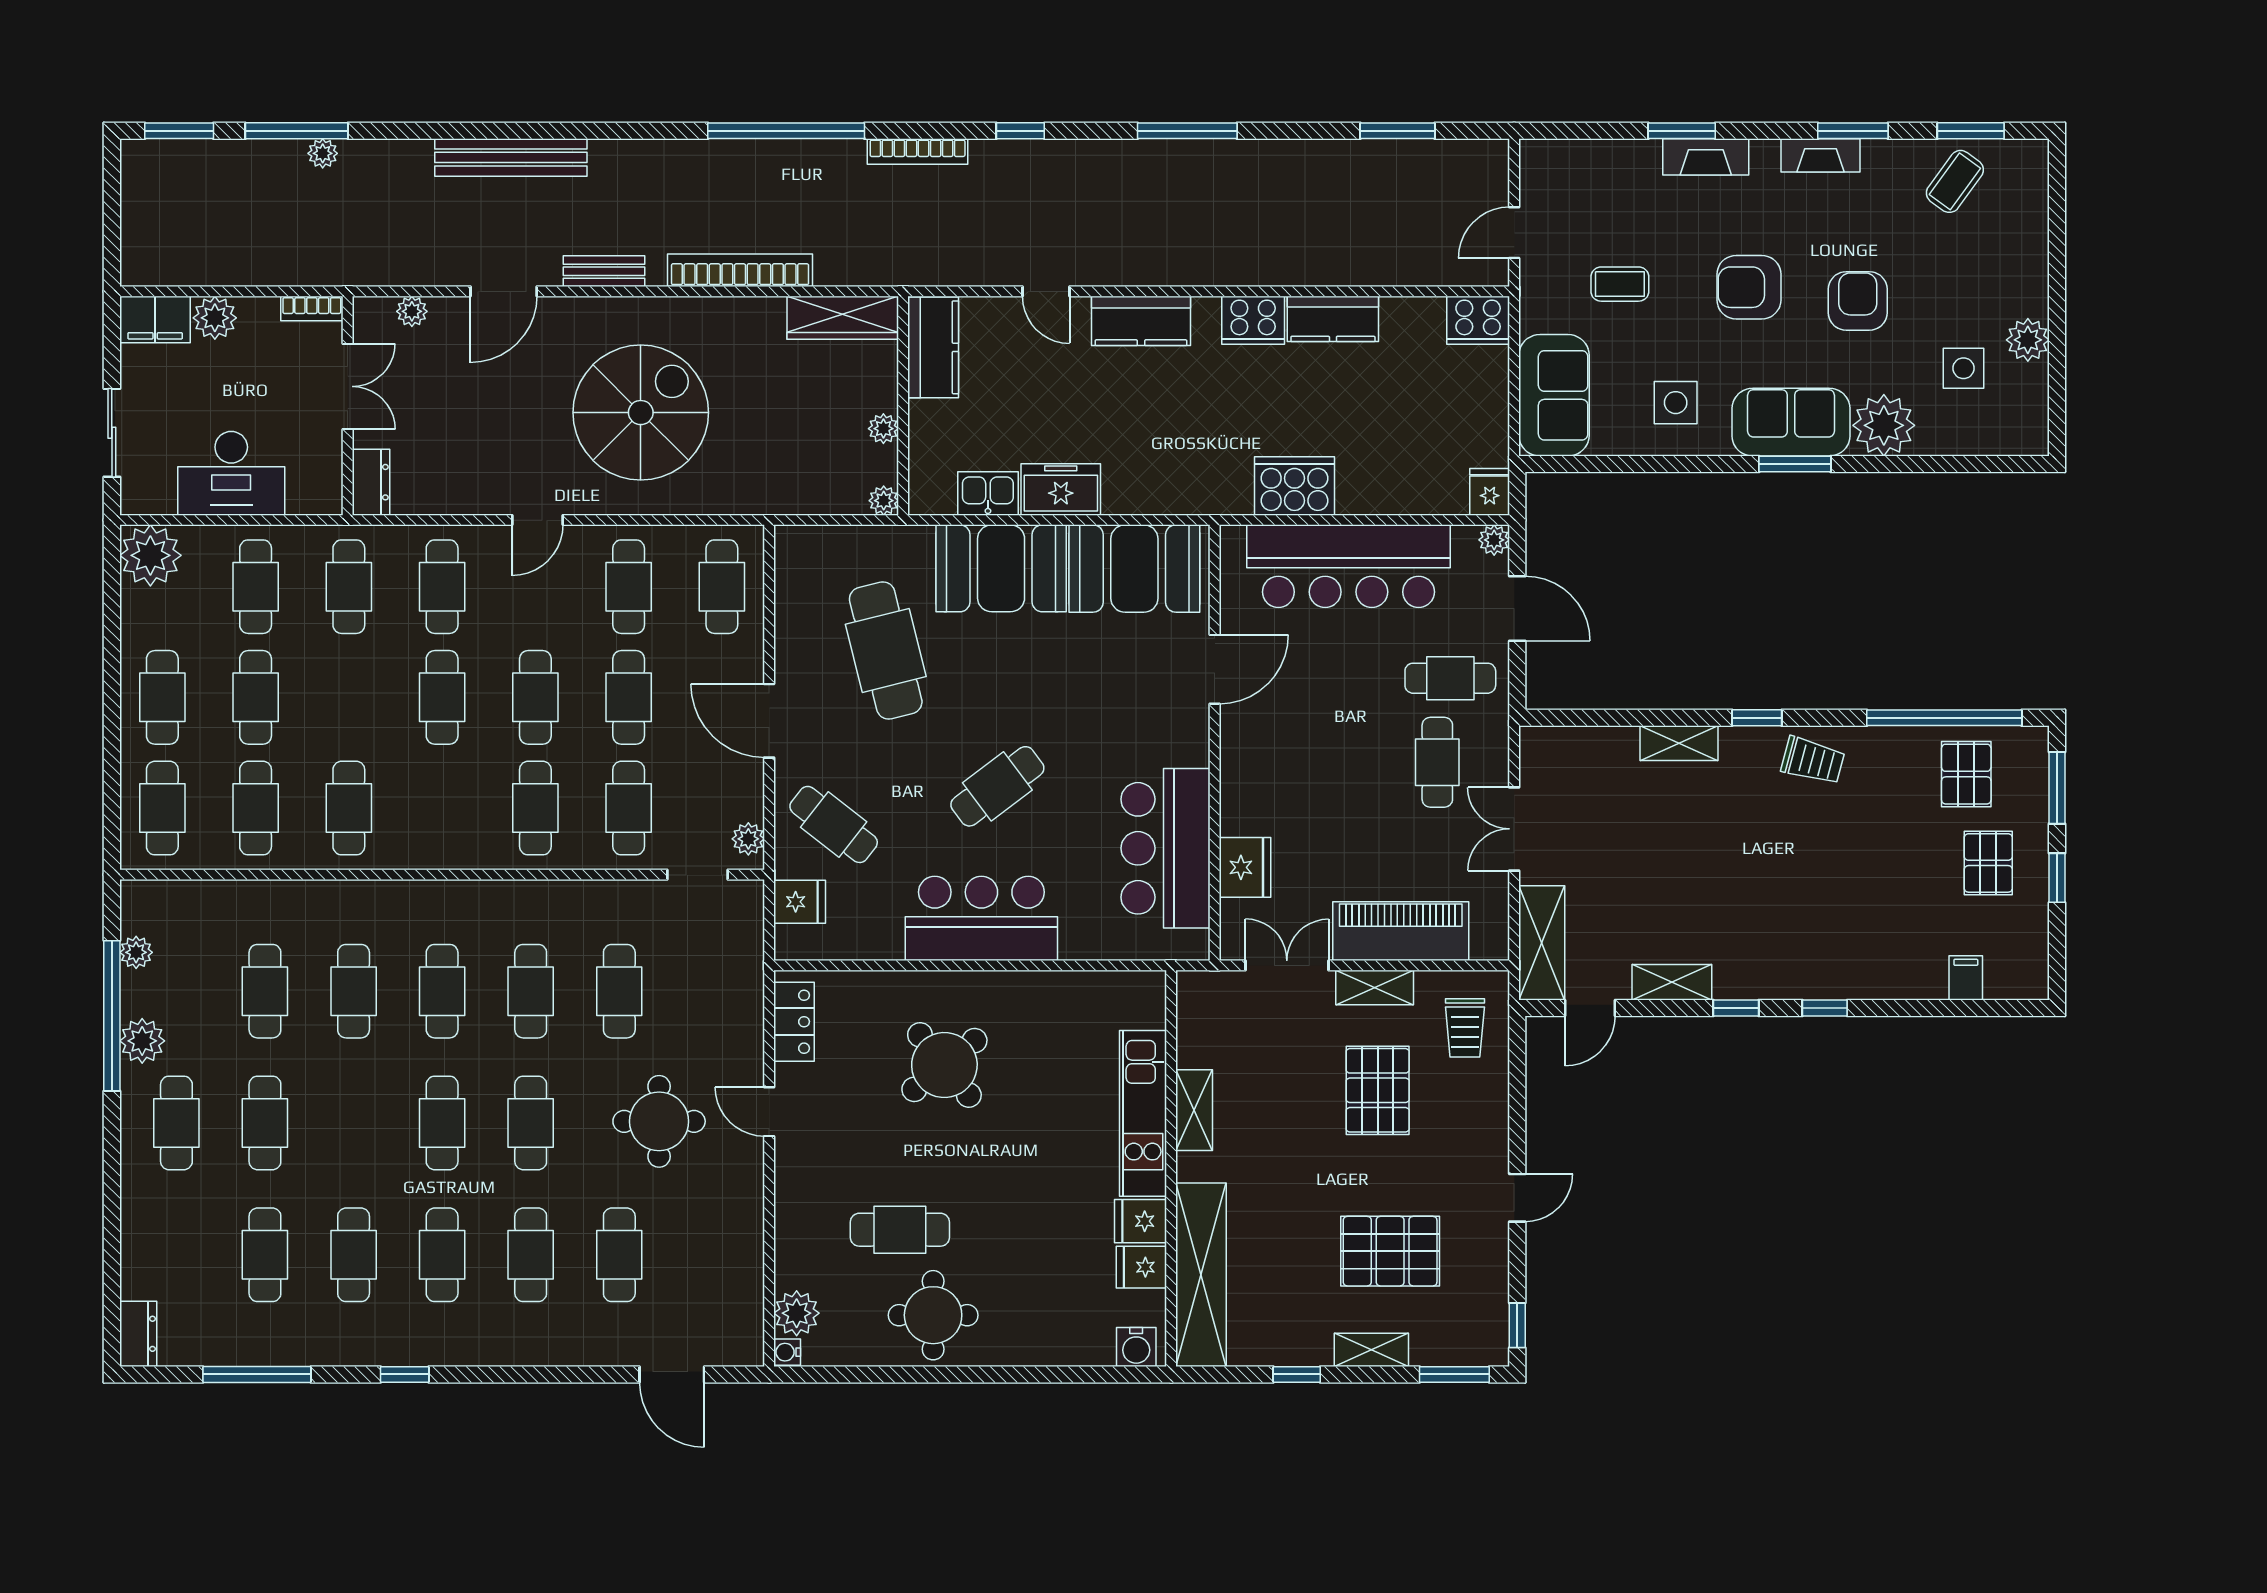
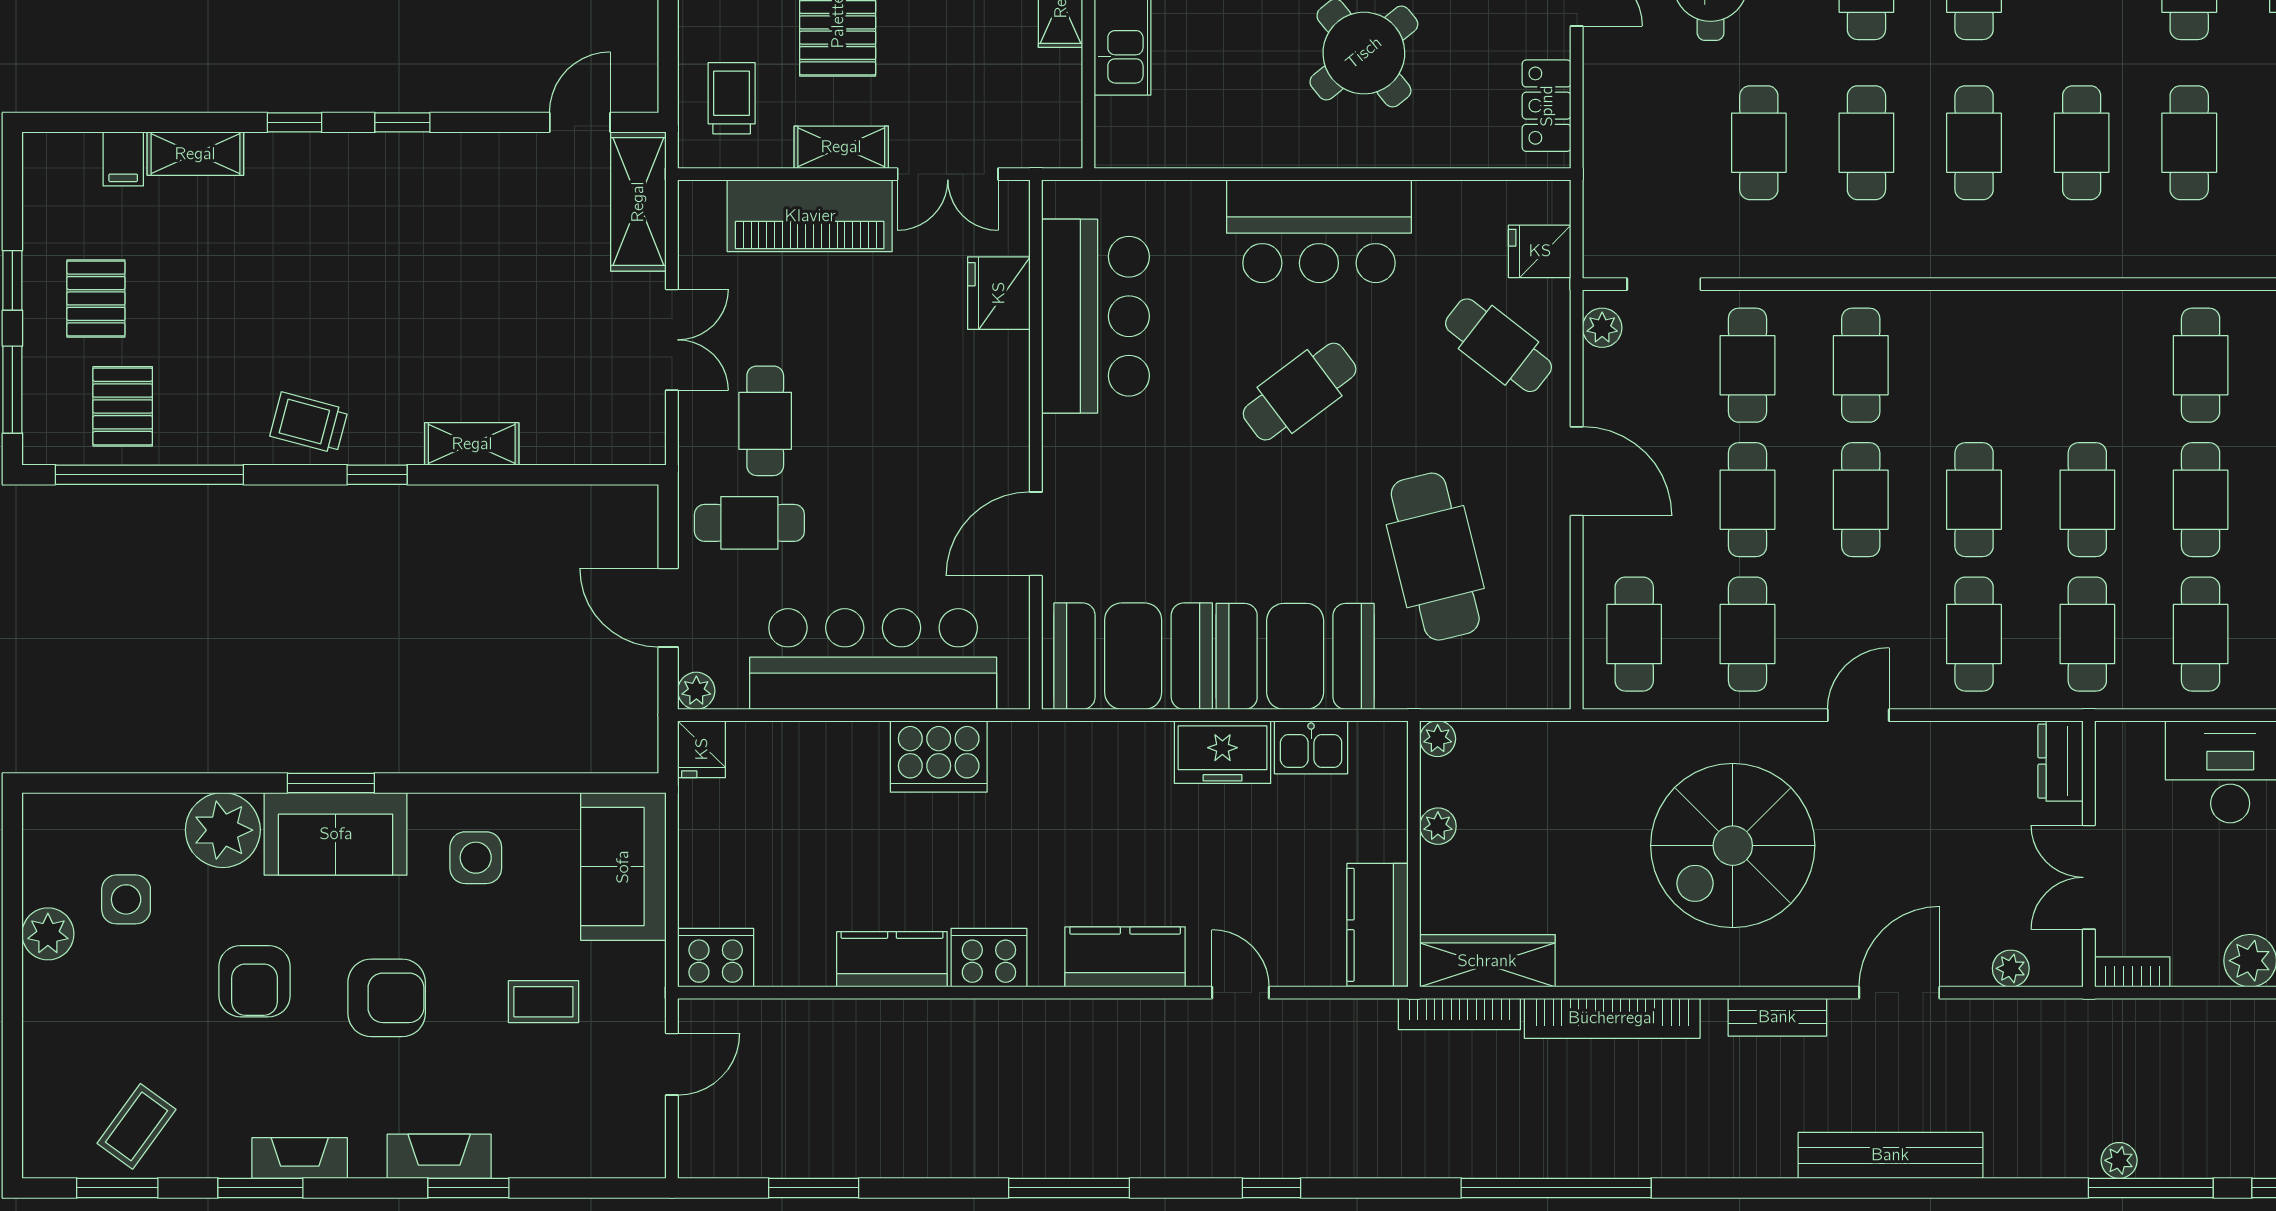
bookcase: (918, 151) -> (1459, 1014), moved, turned 180
cafe table: (349, 808) -> (2087, 500), moved
shelving: (1672, 982) -> (195, 154), moved

